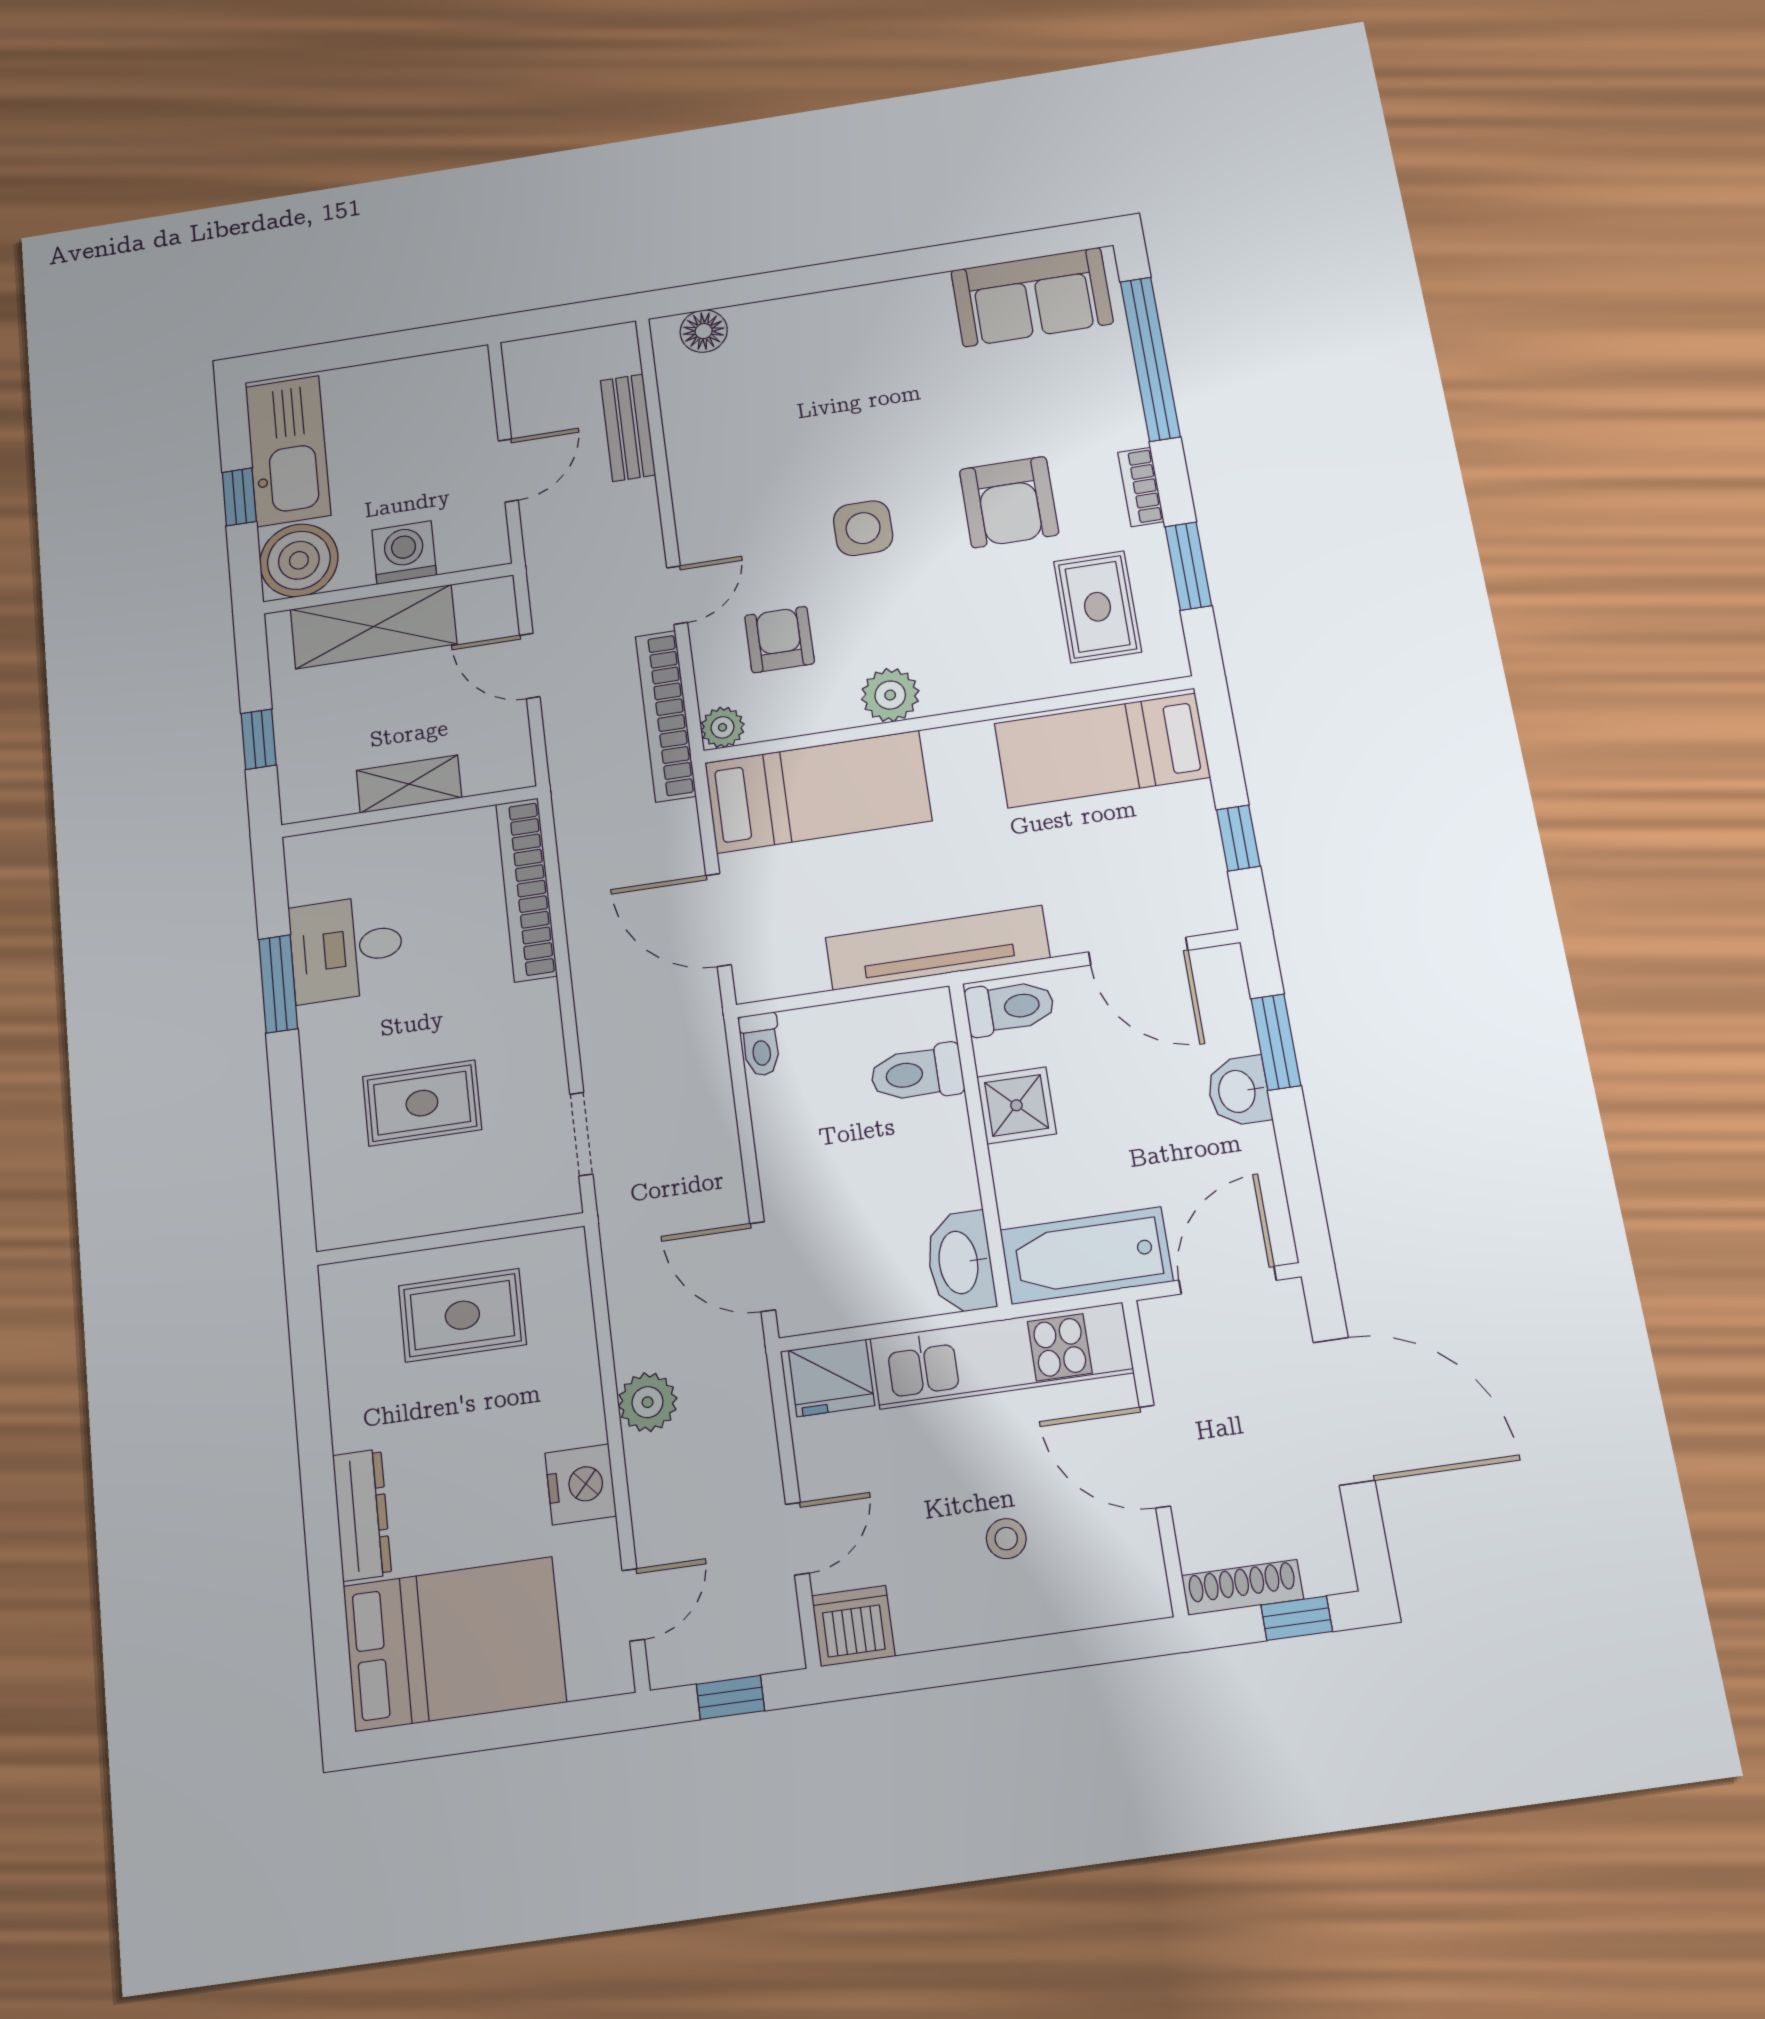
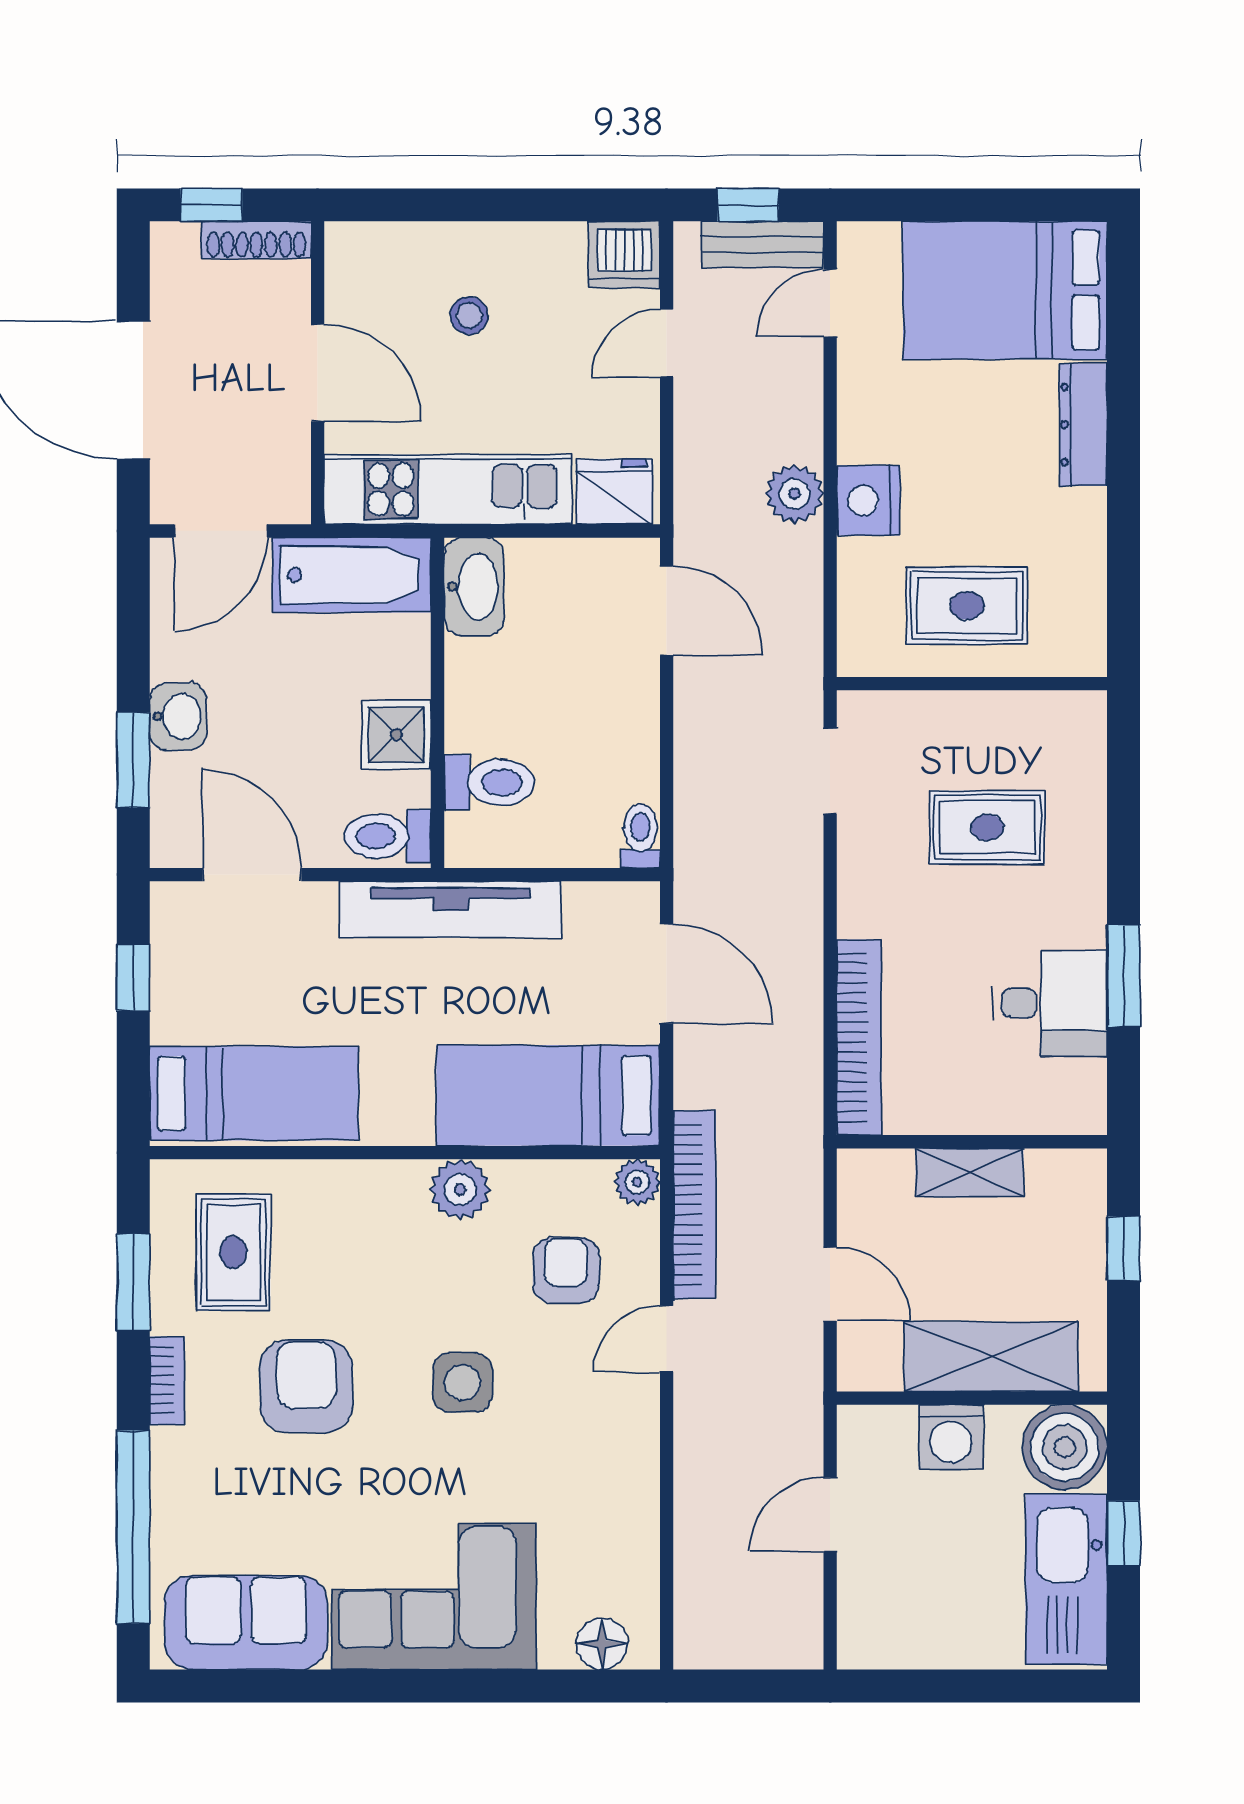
corner sofa: (862, 345) -> (434, 1597), added
bench: (628, 428) -> (763, 245), moved, turned 90
armchair: (779, 640) -> (566, 1270), turned 180
nightstand: (581, 1484) -> (868, 500), moved

